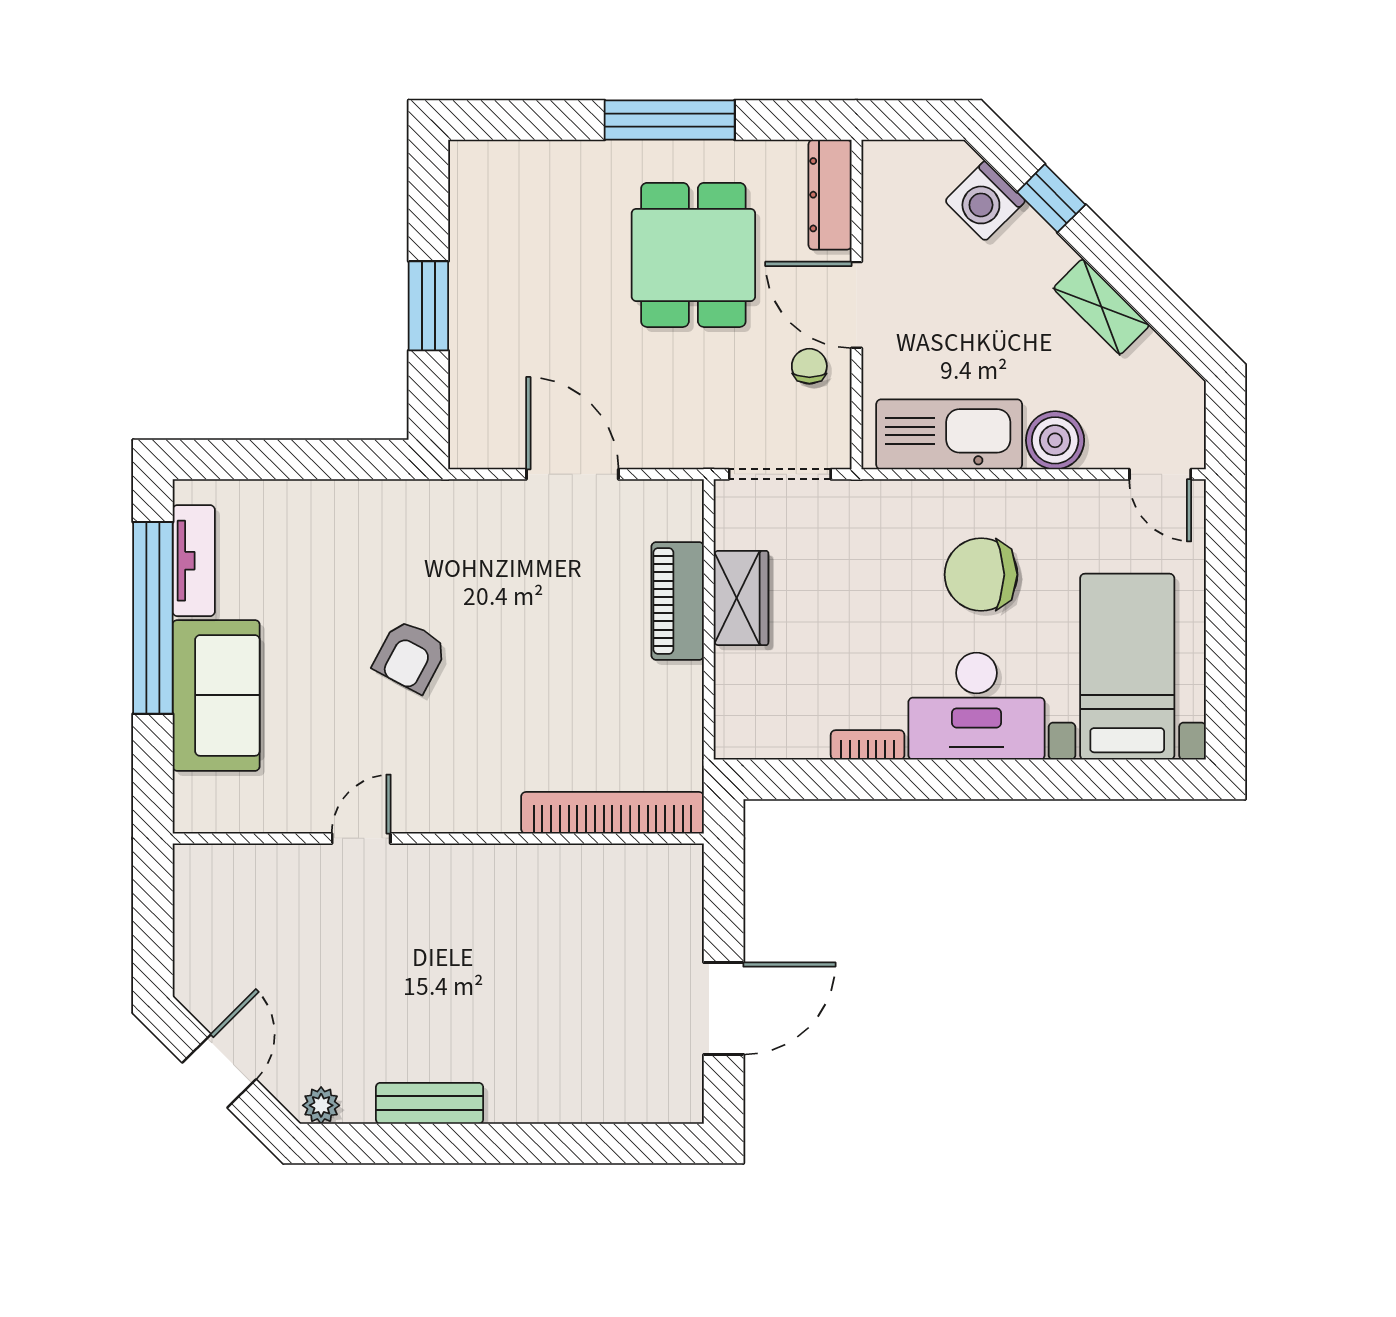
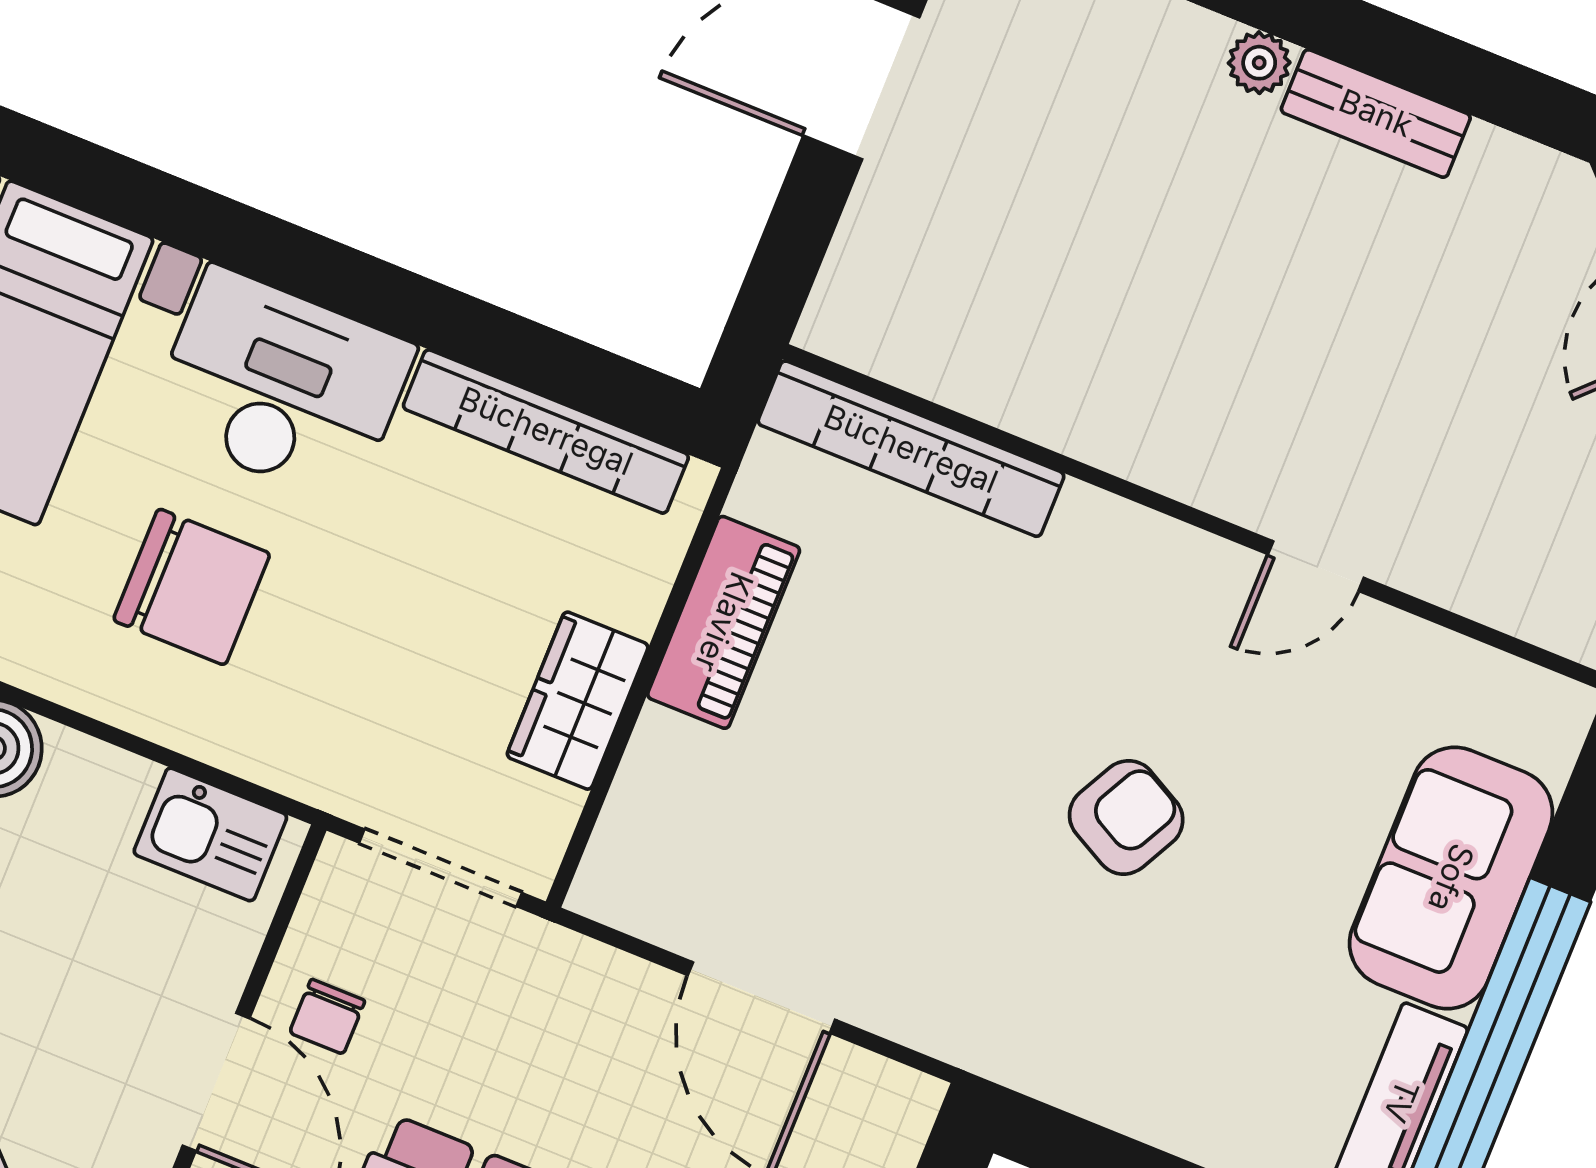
kitchen sink: (949, 434) -> (210, 834), width x0.53, depth x0.81
piano: (678, 601) -> (724, 622), moved
bookcase: (868, 745) -> (546, 431), width x2.31, depth x1.31
plant: (321, 1105) -> (1259, 63), moved

